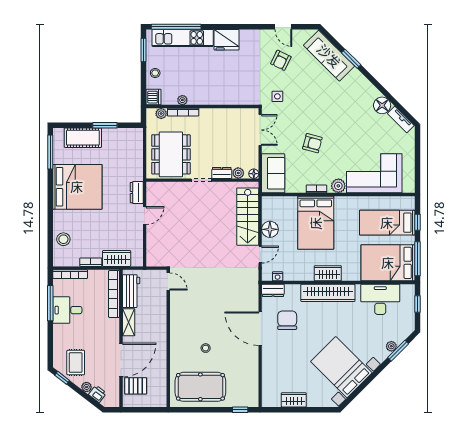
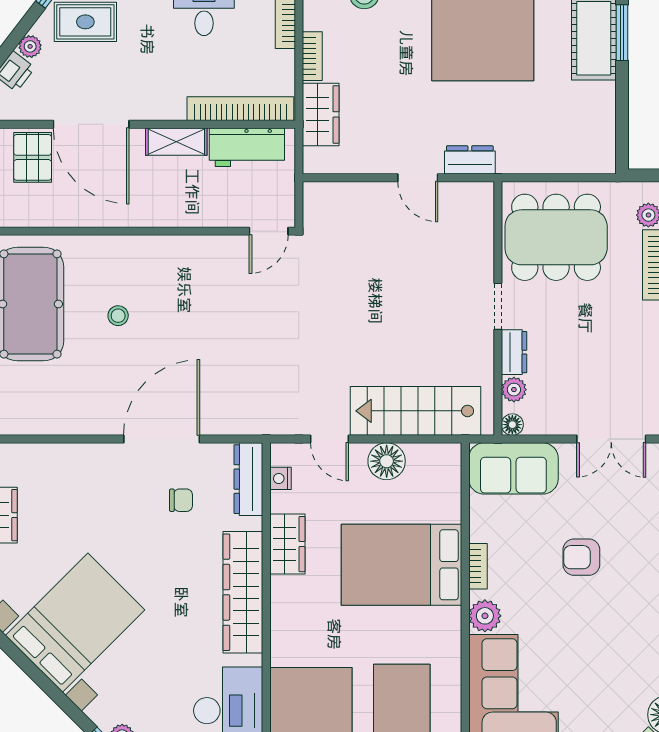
window: (105, 125) -> (622, 33), moved
armchair: (312, 143) -> (581, 557), turned 75
wardrobe: (328, 273) -> (287, 544), moved
dresser: (273, 290) -> (248, 479), width x1.44
chair: (287, 320) -> (181, 500), width x0.54, depth x0.54

